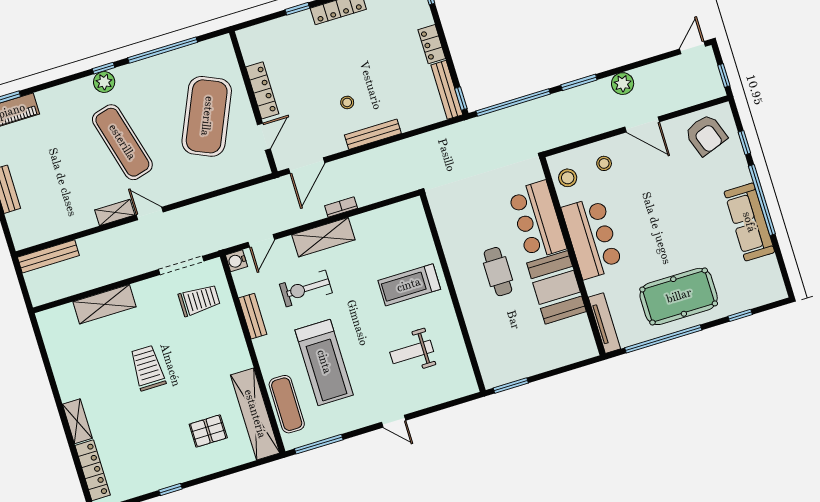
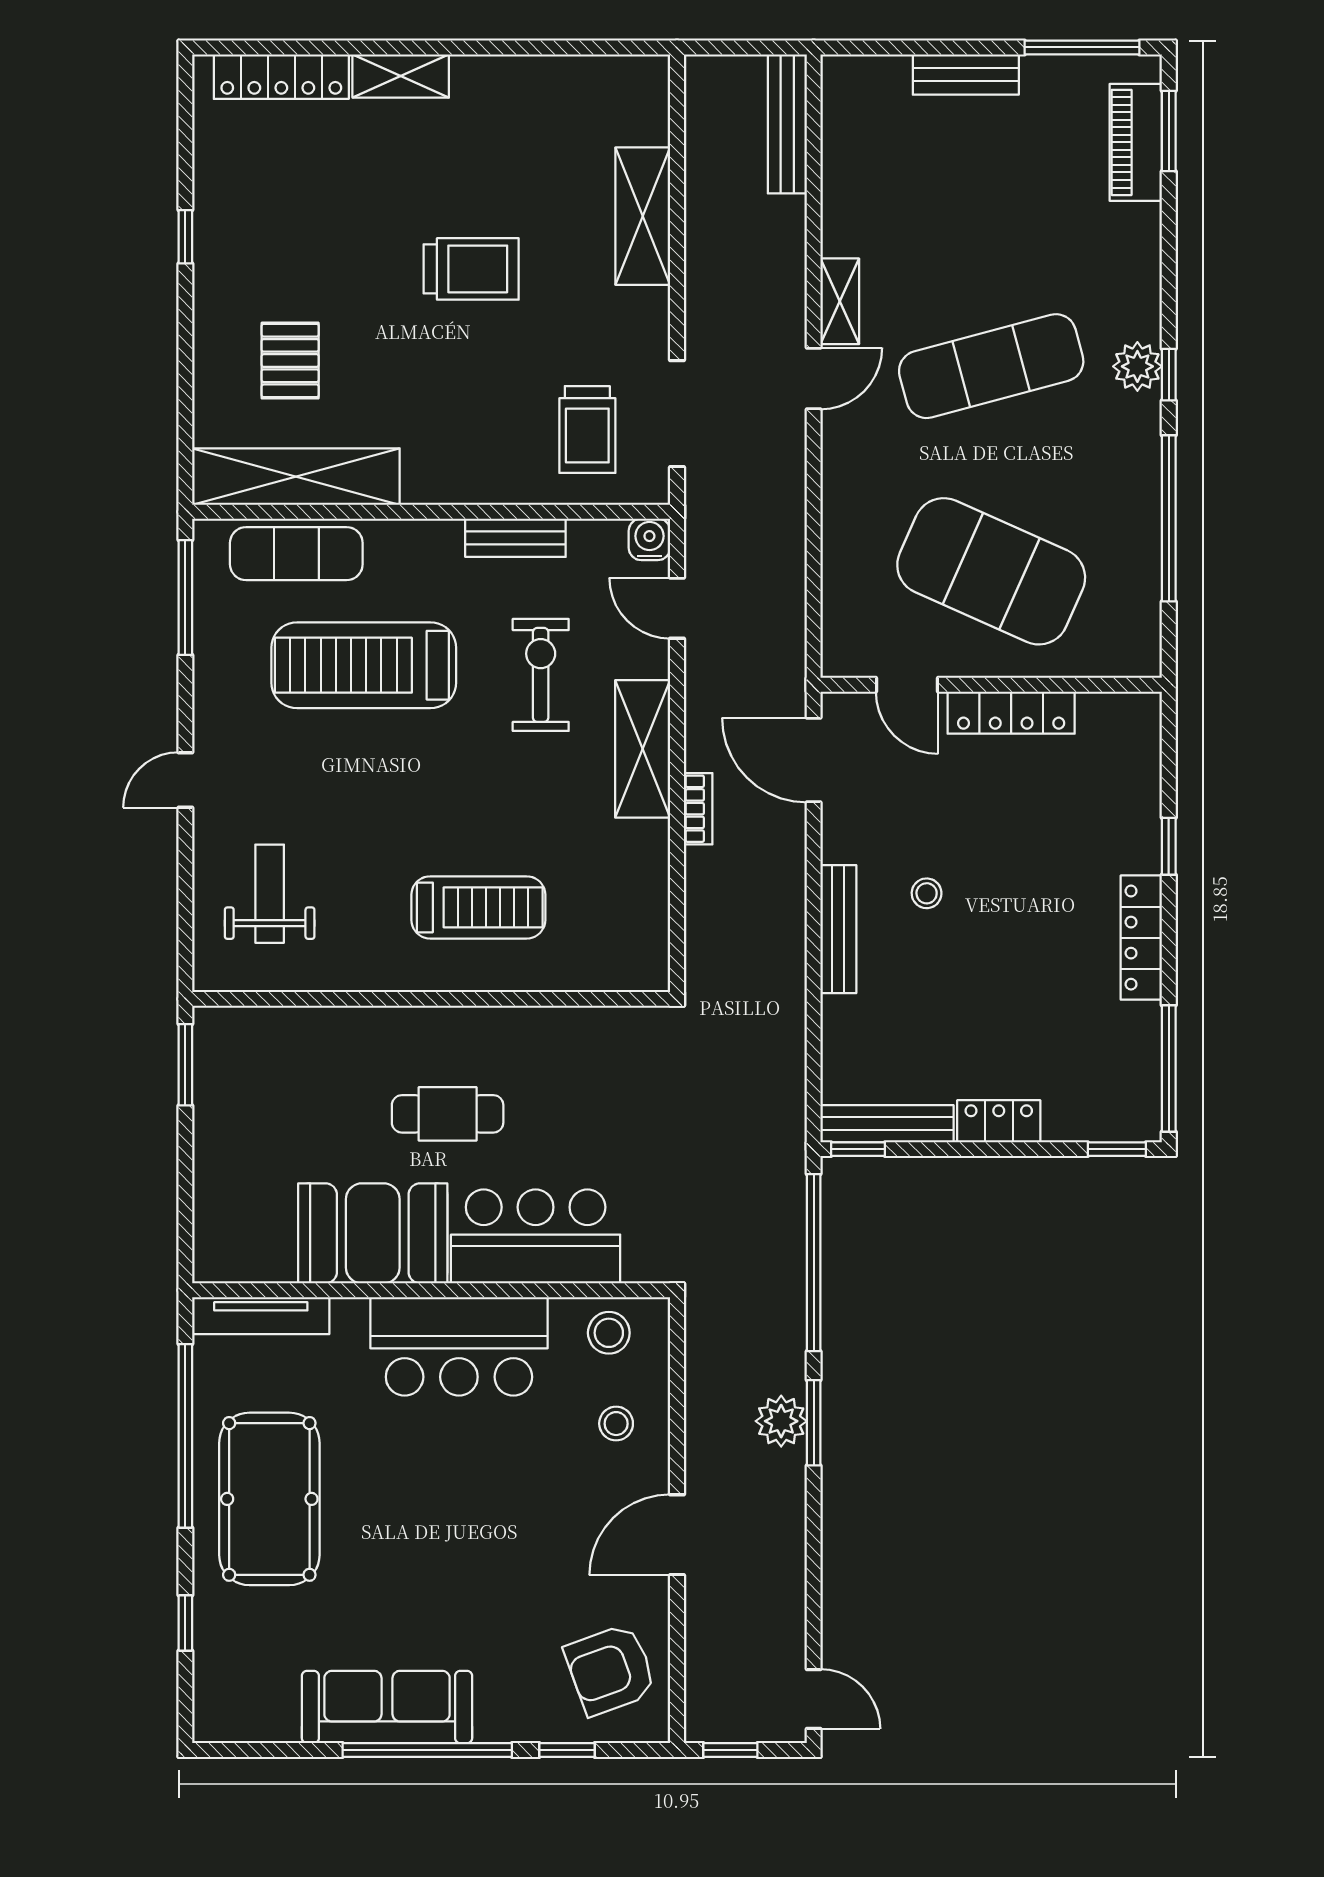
plant: (623, 84) -> (781, 1421), moved
treadmill: (409, 285) -> (478, 907), turned 90
weight bench: (412, 352) -> (270, 894), moved

